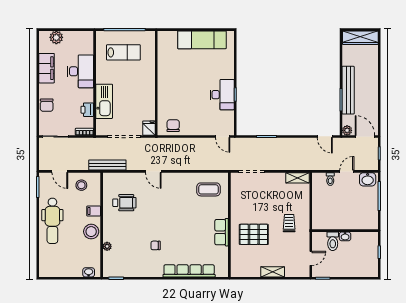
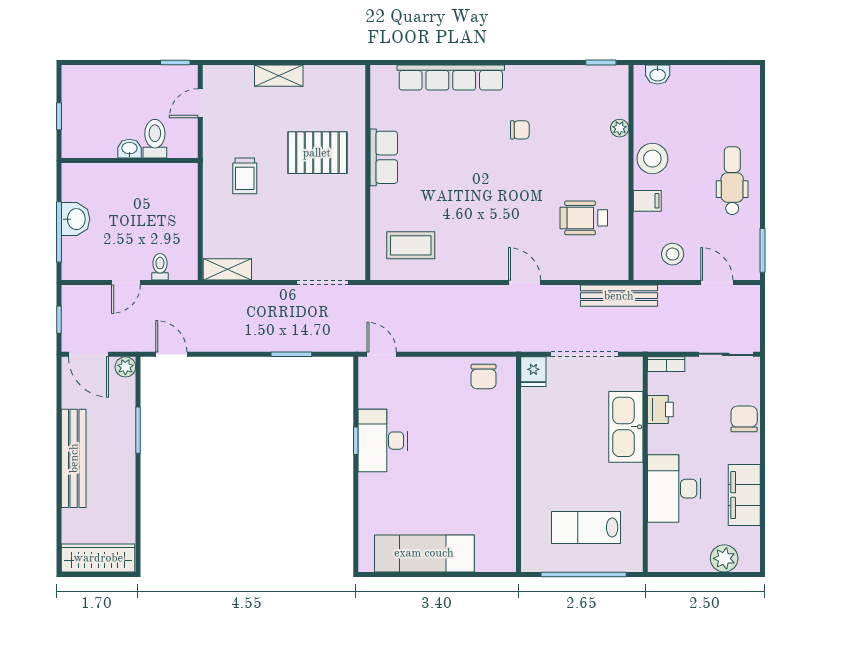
bench: (348, 90) -> (74, 458), moved
washbasin: (368, 179) -> (75, 219), moved, turned 90
dental chair: (52, 221) -> (732, 181), width x0.73, depth x0.72

